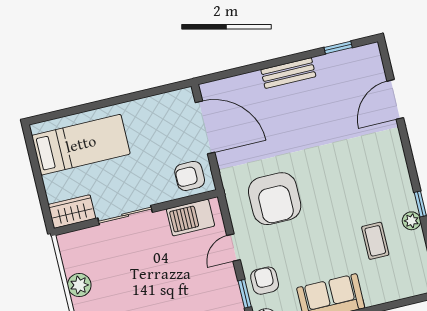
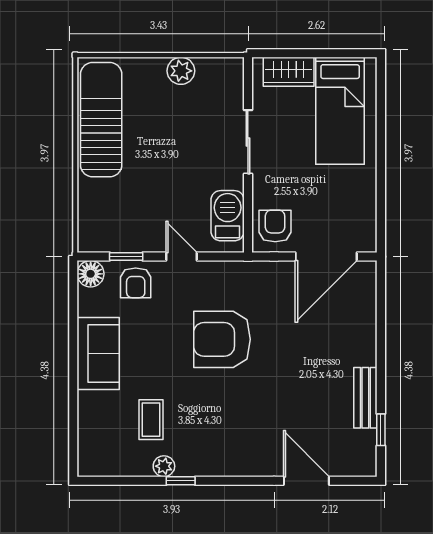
bench: (288, 73) -> (365, 398), moved
armchair: (275, 199) -> (222, 339), moved
wardrobe: (72, 212) -> (289, 72), moved, turned 90
coffee table: (375, 241) -> (151, 420), turned 90
armchair: (265, 281) -> (136, 283), turned 90

